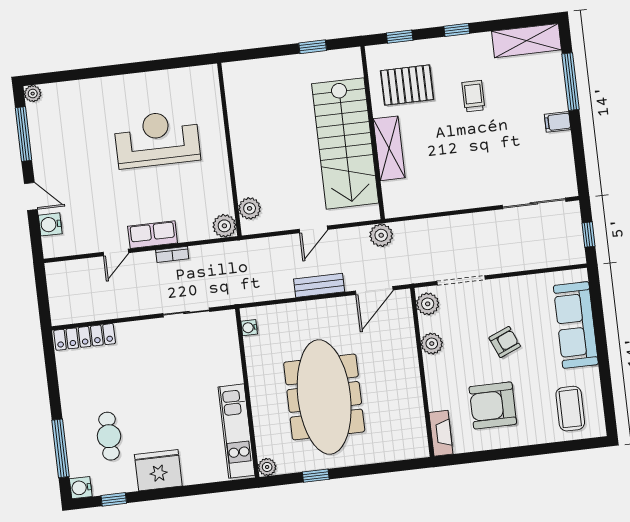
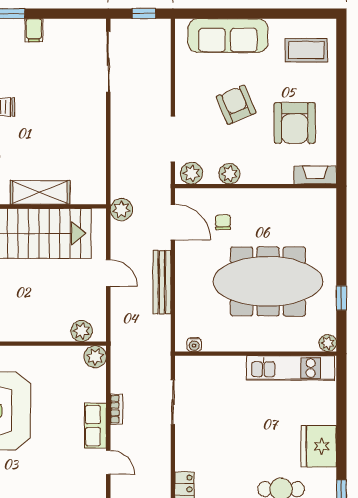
bench: (319, 285) -> (162, 282), width x1.36
armchair: (505, 342) -> (236, 105), width x1.38, depth x1.38
chair: (380, 343) -> (223, 222), added

